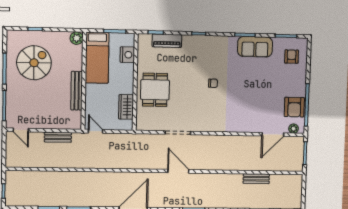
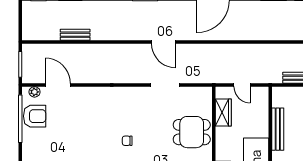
dining table: (155, 90) -> (192, 132), turned 90
armchair: (294, 107) -> (35, 116), turned 90
door: (96, 131) -> (242, 85), moved
door: (273, 134) -> (58, 85), hinge flipped

